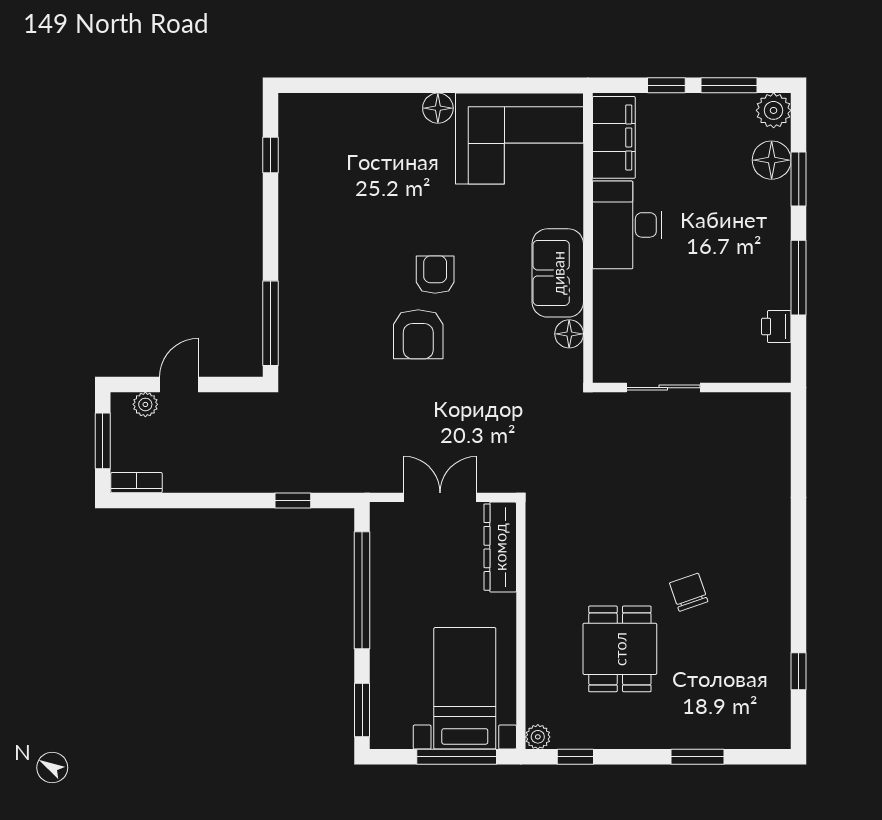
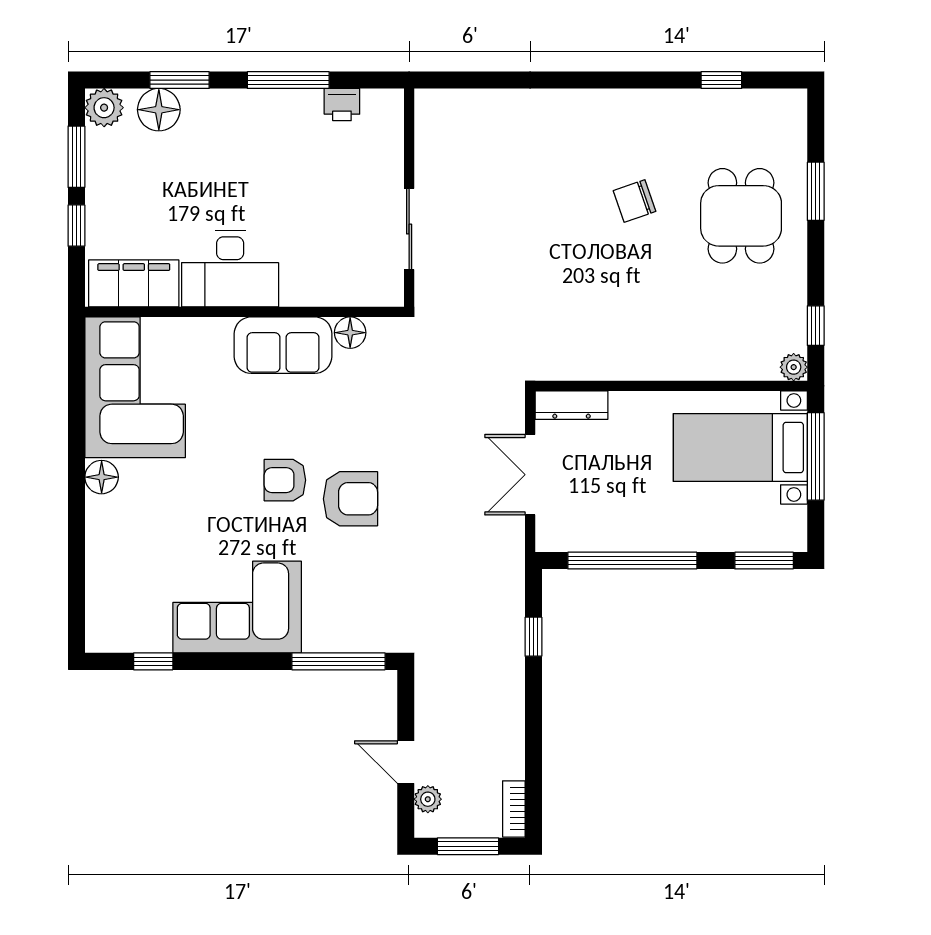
corner sofa: (320, 231) -> (237, 607), added
dresser: (500, 547) -> (572, 405), width x0.73, depth x0.80
dining table: (620, 649) -> (741, 216), moved, turned 90

